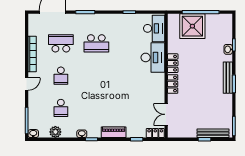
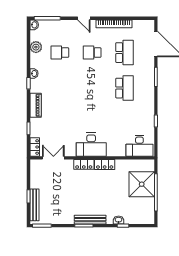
school desk: (96, 43) -> (124, 88), turned 180
desk: (153, 57) -> (91, 145), moved

